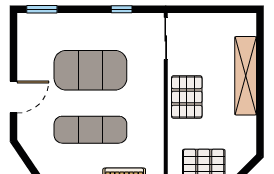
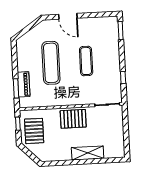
exercise mat: (90, 70) -> (86, 61), width x0.50, depth x0.69
shelving: (246, 76) -> (88, 153), width x0.68

